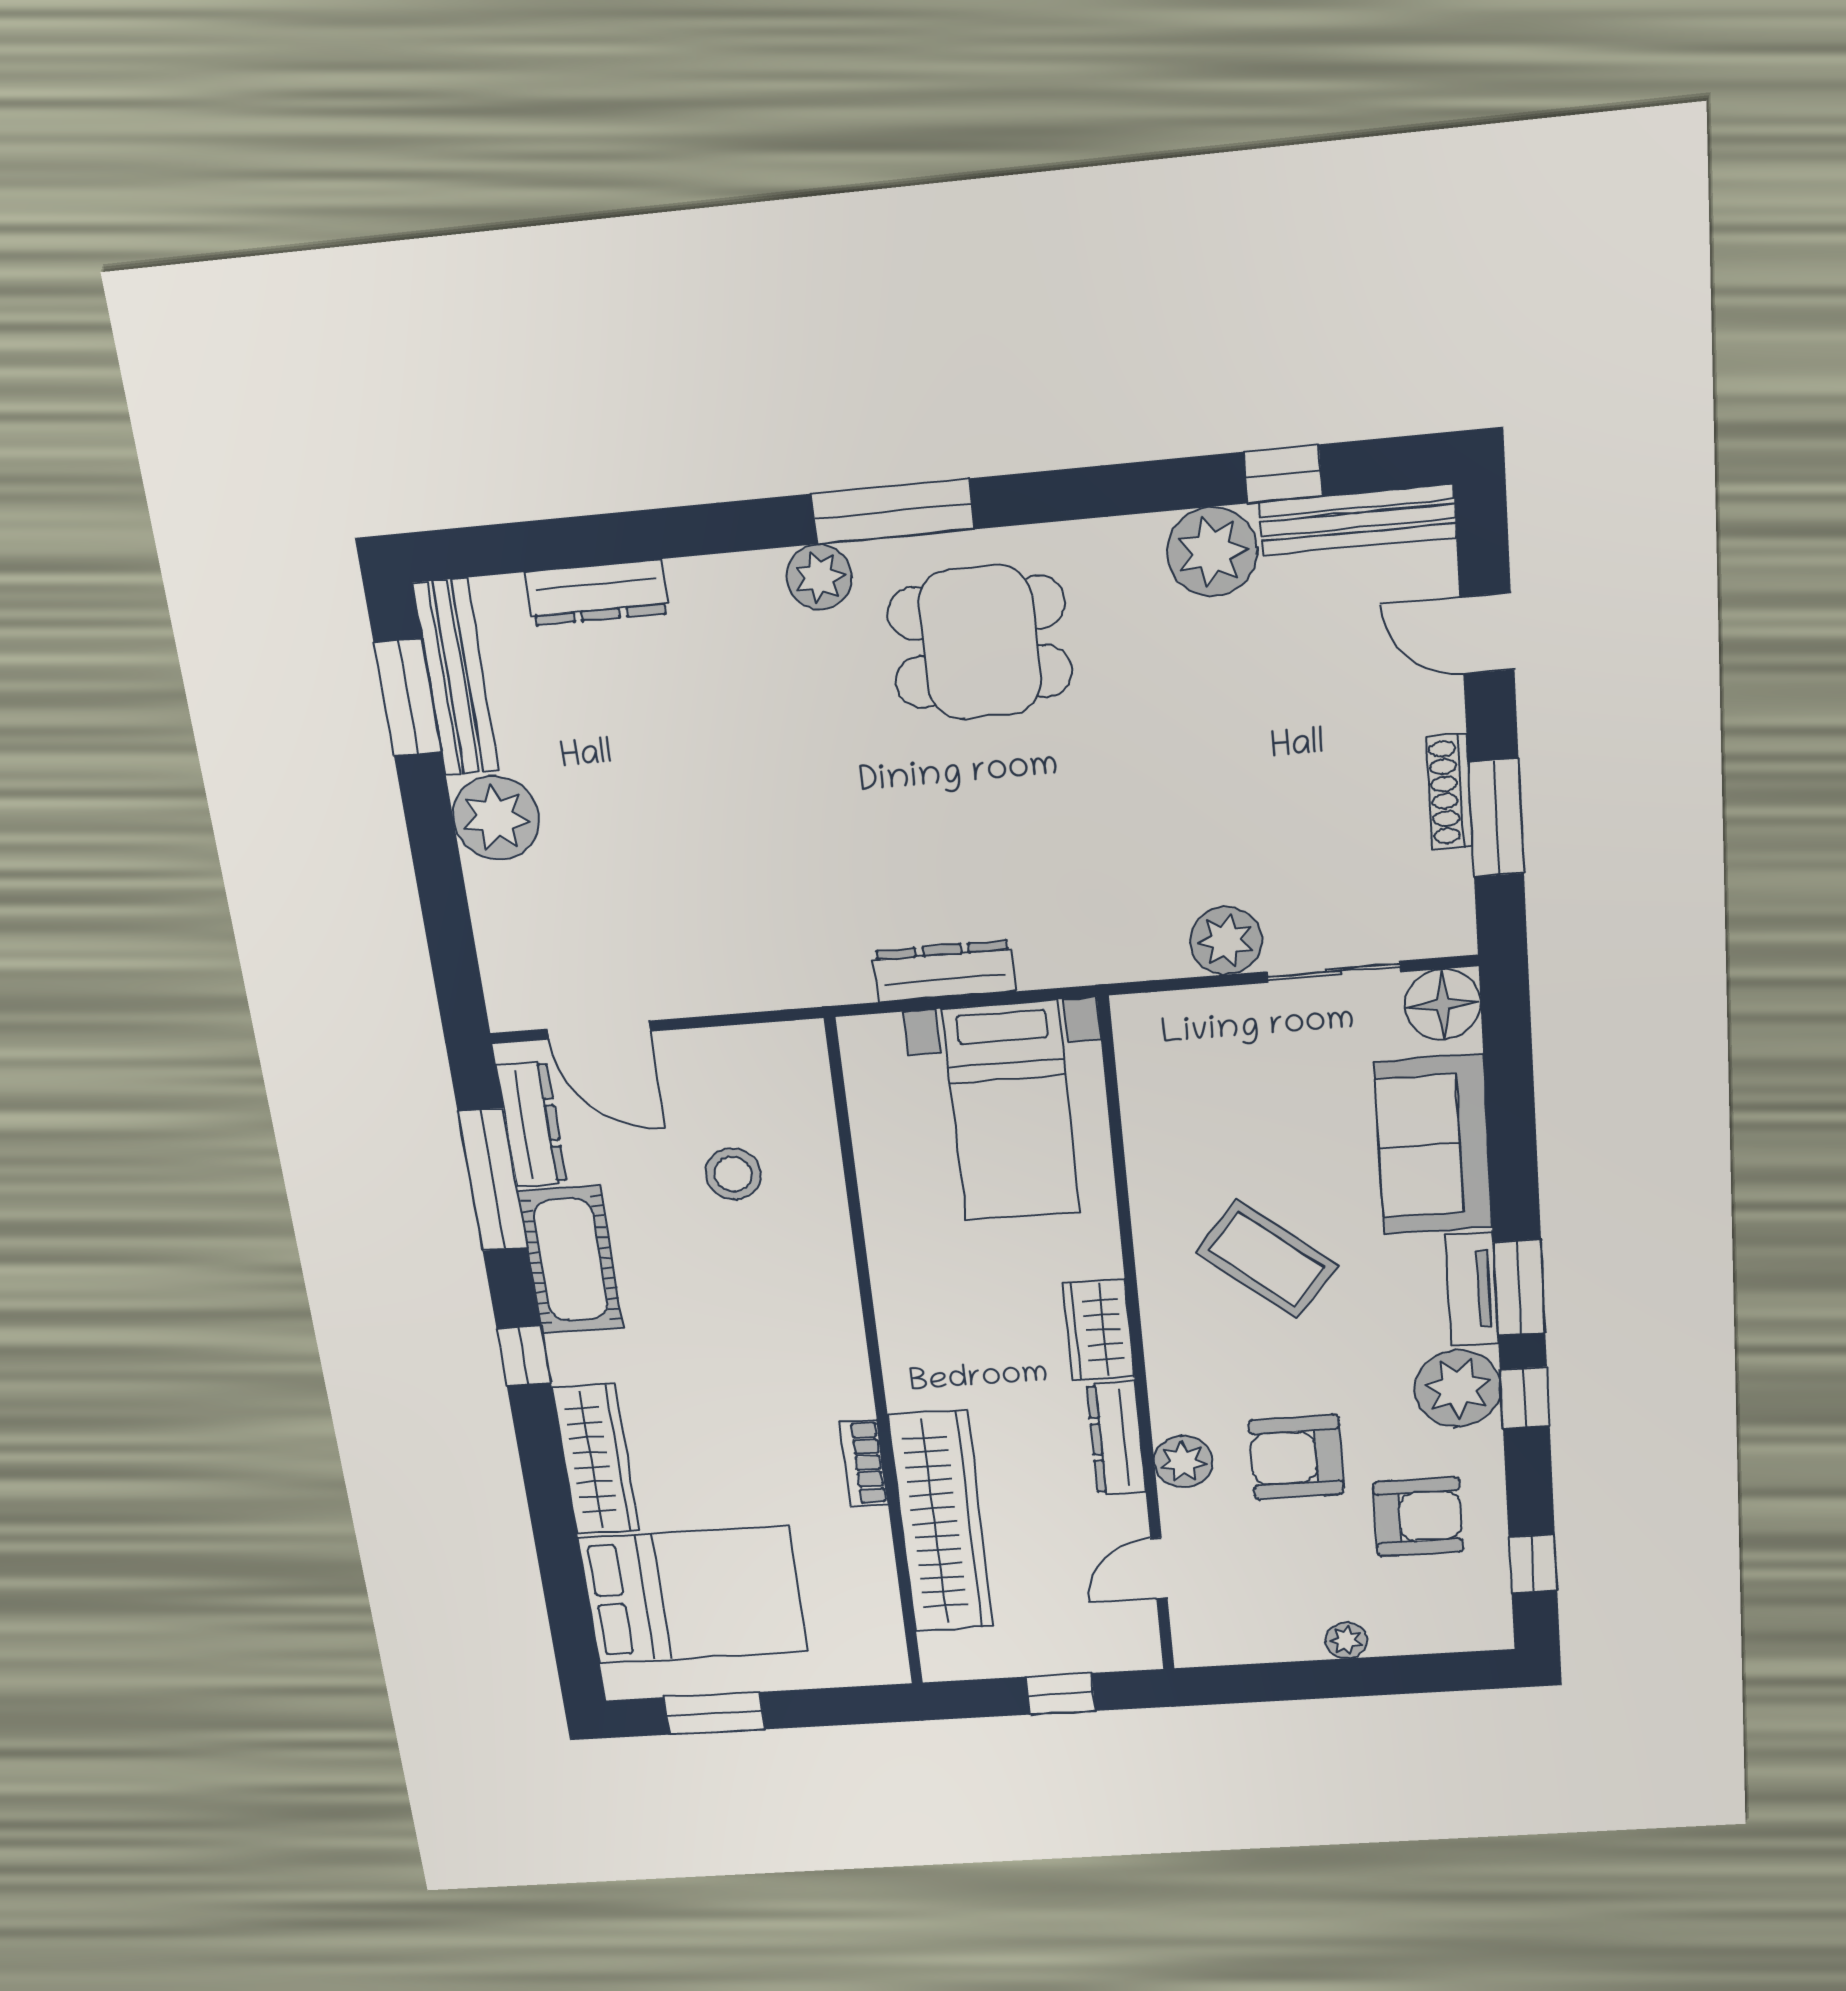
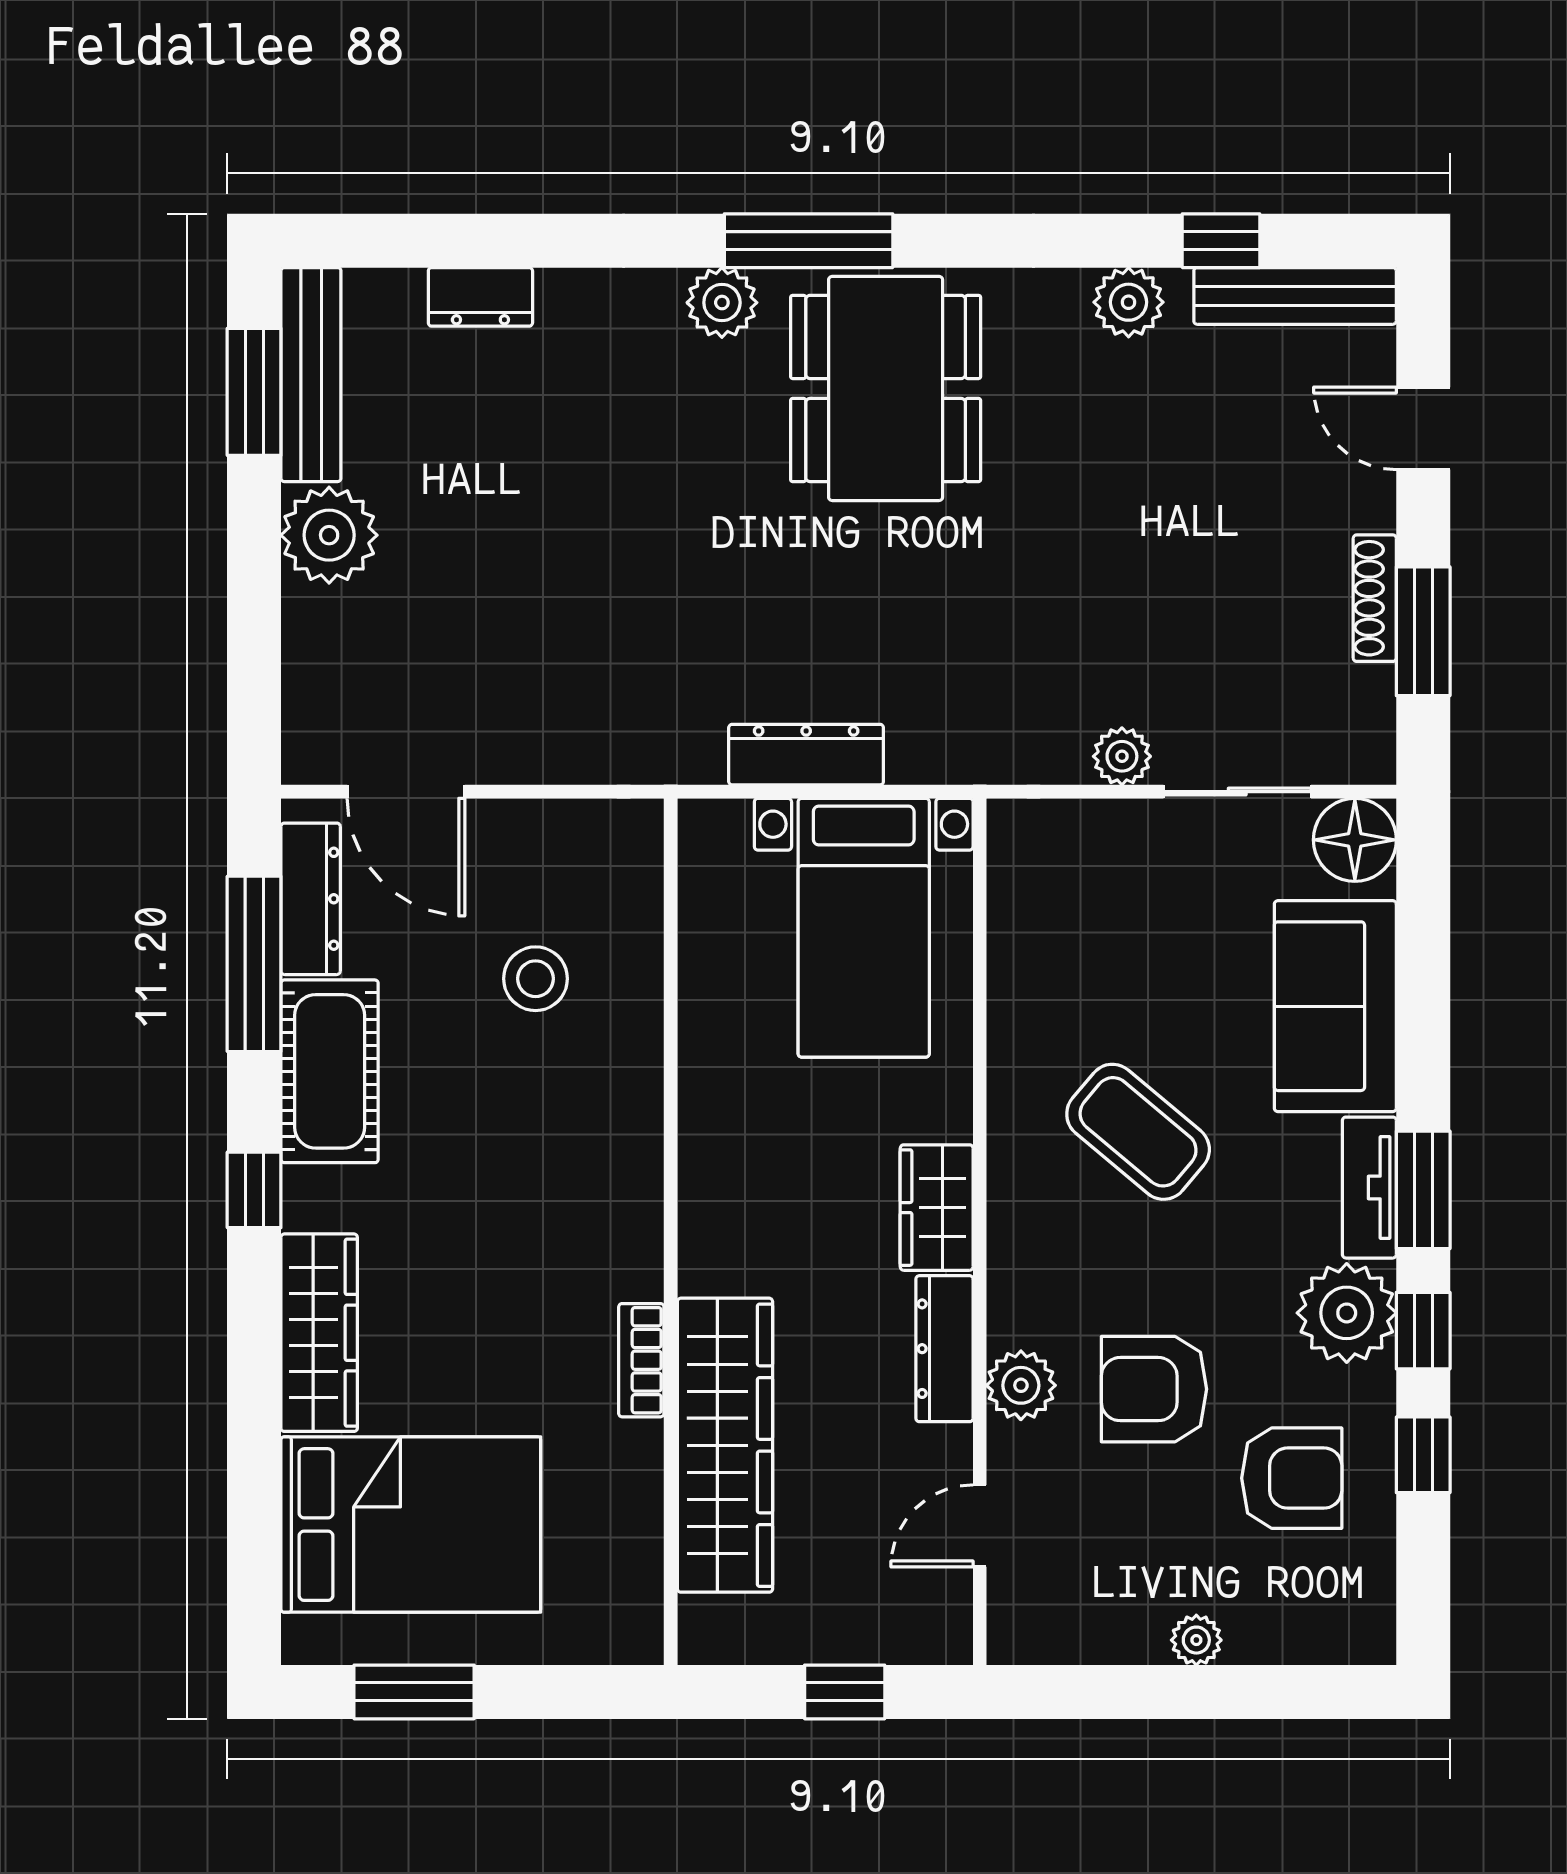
plant: (1212, 552) -> (1129, 302), width x0.73, depth x0.73
dresser: (597, 593) -> (480, 297), width x0.70
dining table: (980, 642) -> (886, 388), width x1.38
plant: (1226, 941) -> (1122, 756), width x0.73, depth x0.73
window: (1533, 1564) -> (1423, 1455), moved

